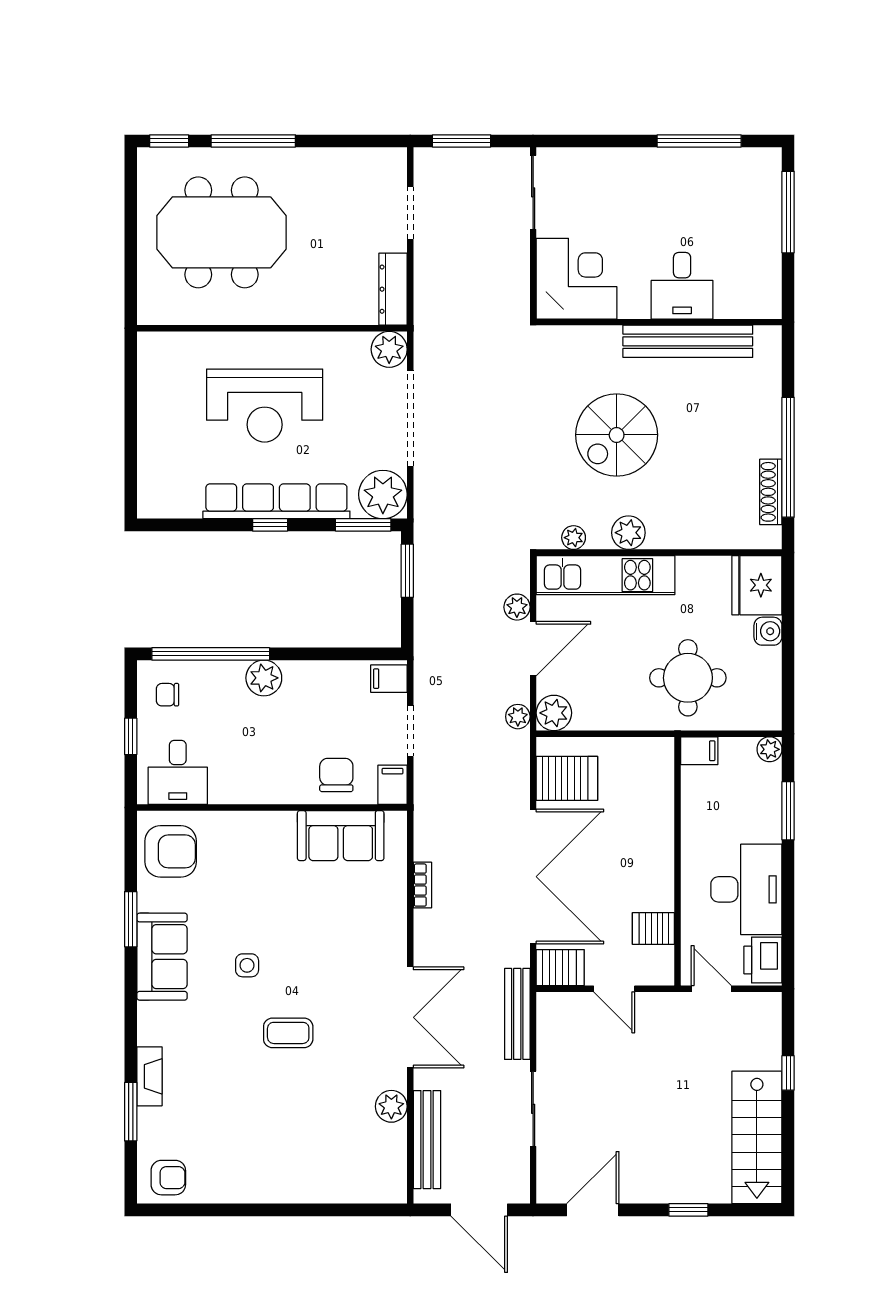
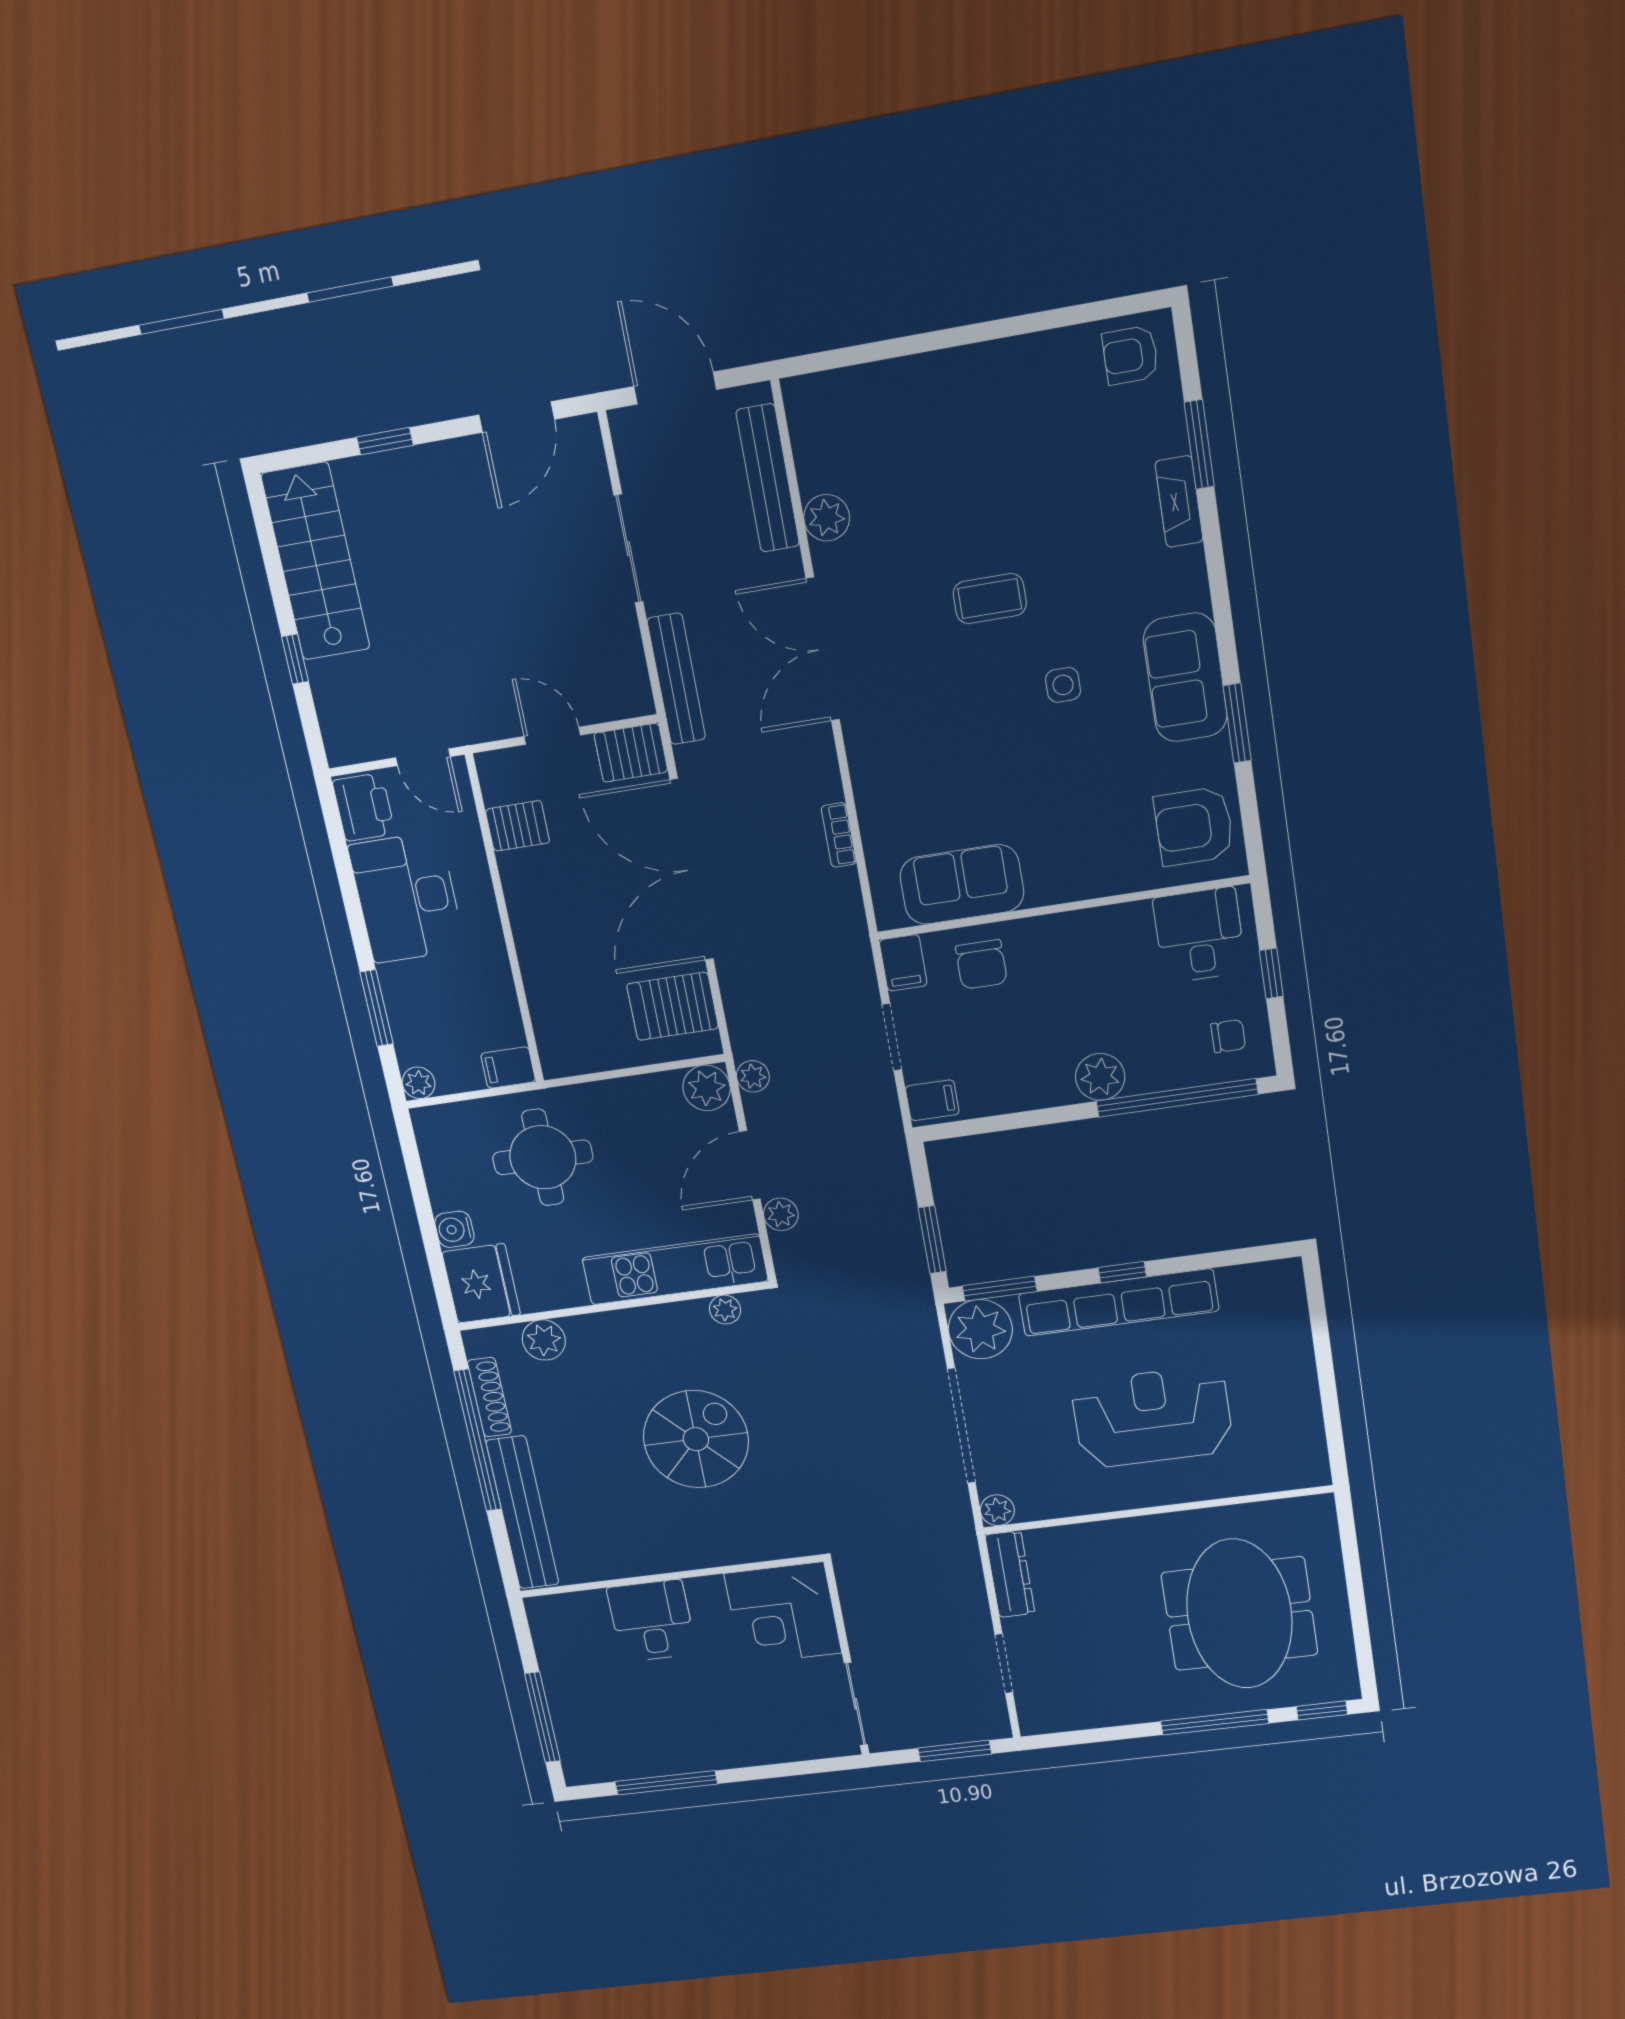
meeting table: (221, 232) -> (1239, 1614), turned 90
bench: (688, 341) -> (523, 1513), moved, turned 90
plant: (389, 349) -> (997, 1510), width x0.73, depth x0.73
plant: (628, 533) -> (544, 1340), moved

